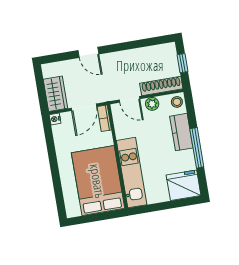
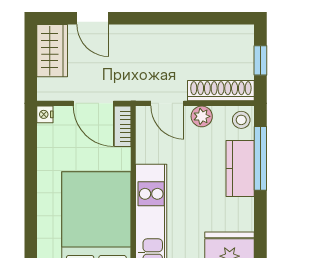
door: (88, 52) -> (93, 18), moved
wardrobe: (55, 94) -> (52, 51), moved
door: (84, 107) -> (93, 103), hinge flipped
window: (197, 148) -> (260, 158), moved

